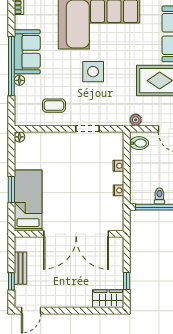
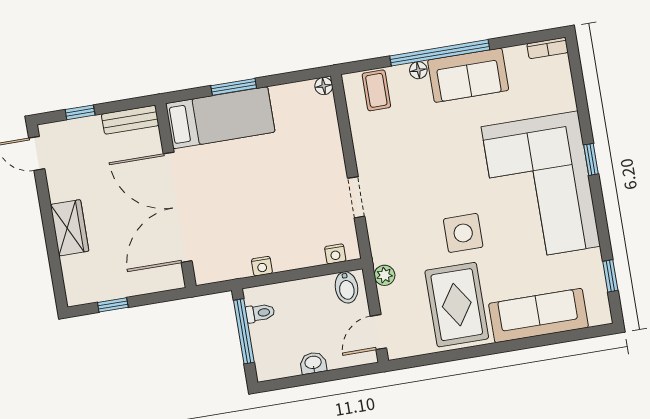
side table: (93, 72) -> (463, 233), moved
coffee table: (54, 106) -> (376, 90), moved
nightstand: (118, 166) -> (335, 254), moved
toilet: (159, 196) -> (260, 313), moved
bench: (21, 268) -> (130, 120), moved
wardrobe: (108, 299) -> (70, 228), moved

